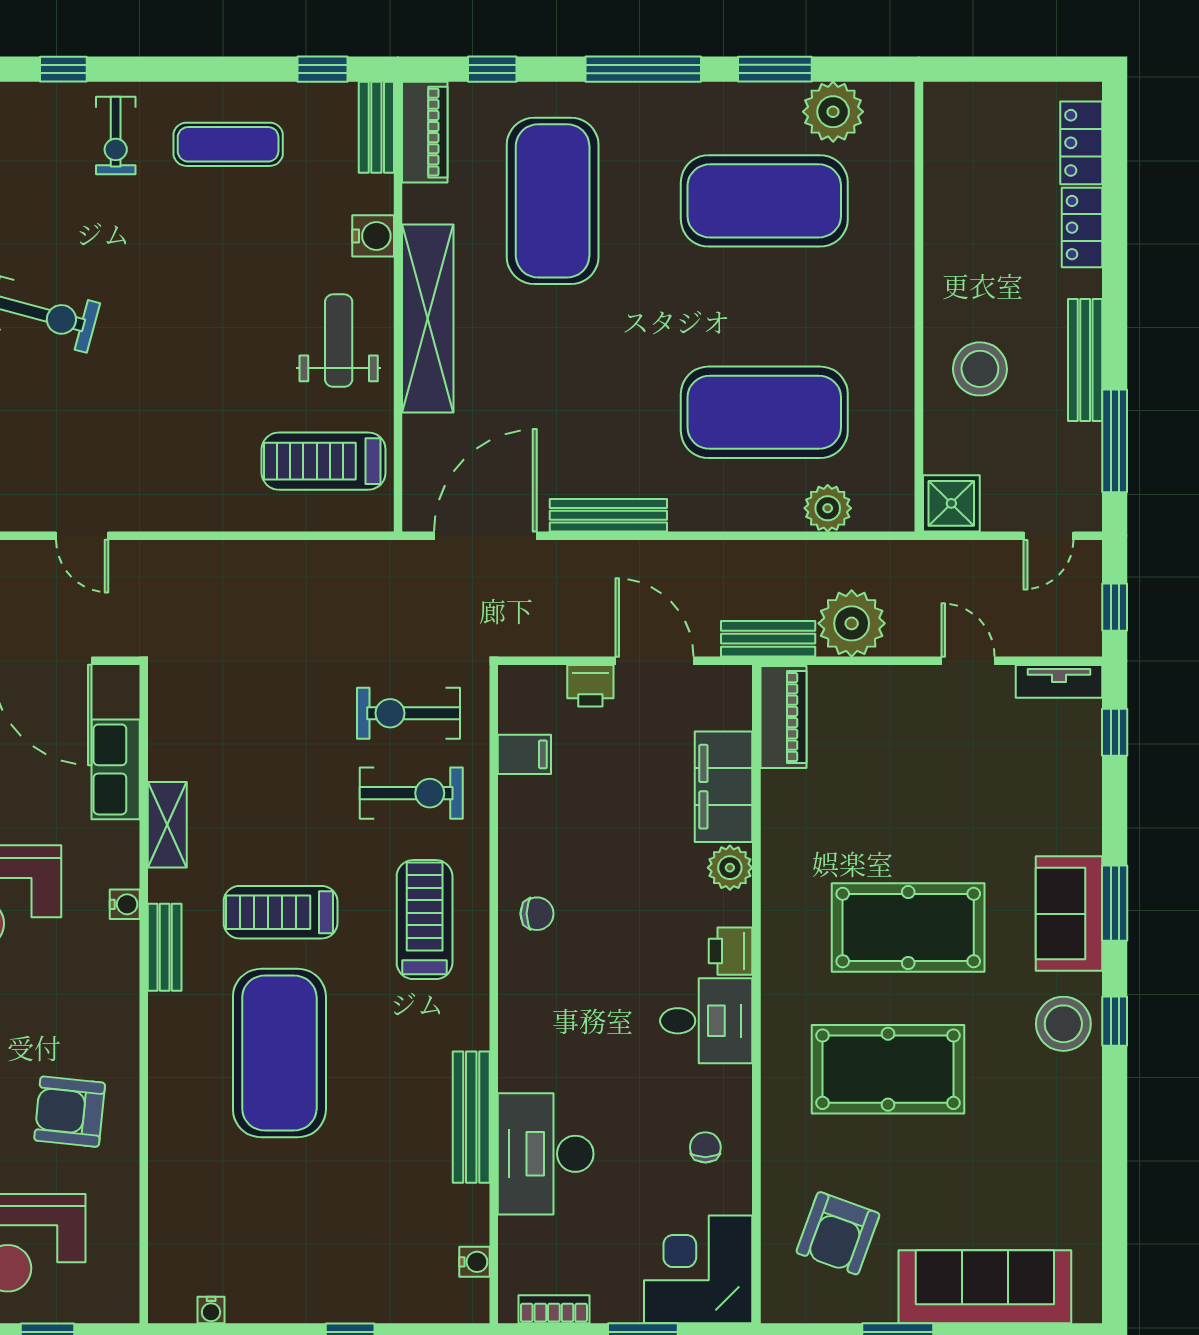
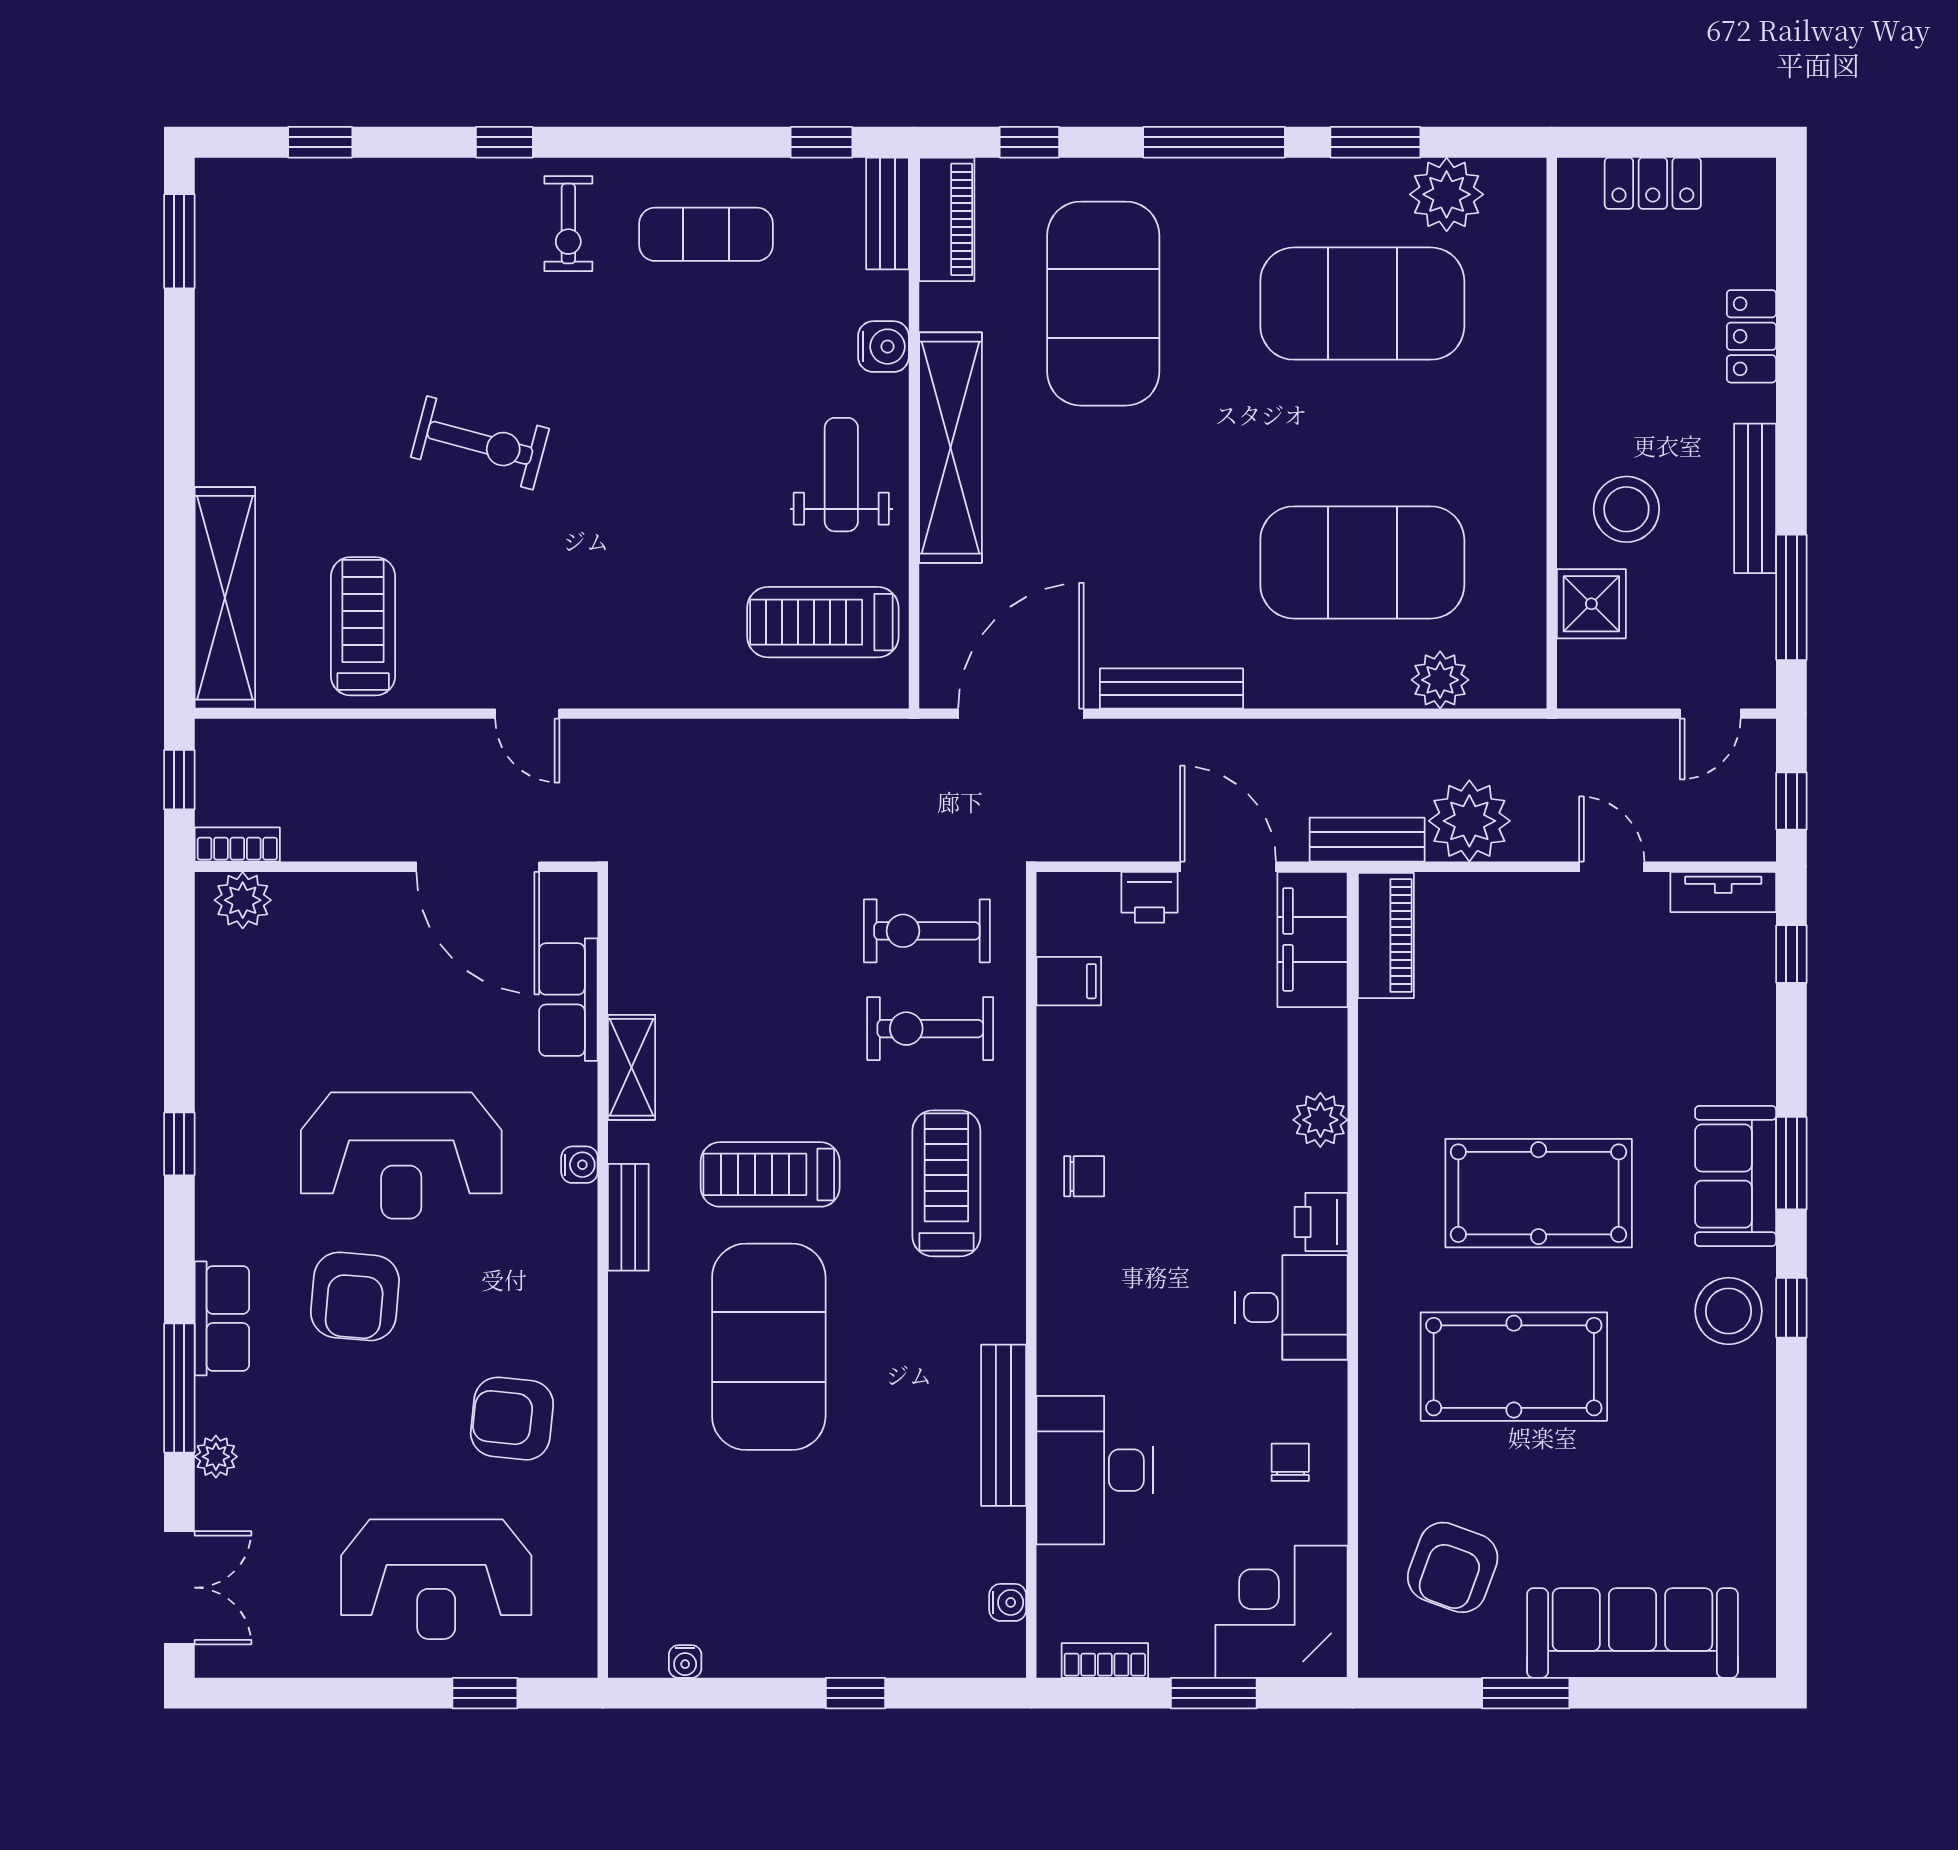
locker: (1081, 143) -> (1653, 183), moved, turned -90
shower: (951, 503) -> (1591, 604), moved
filing cabinet: (724, 787) -> (1312, 939), moved
exercise bike: (411, 793) -> (930, 1029), turned 180

